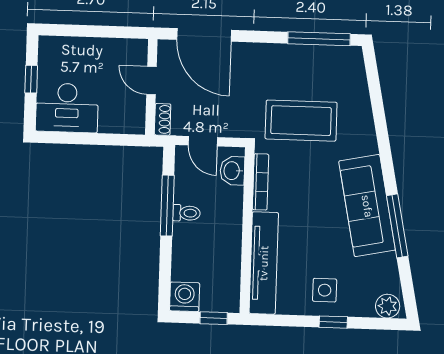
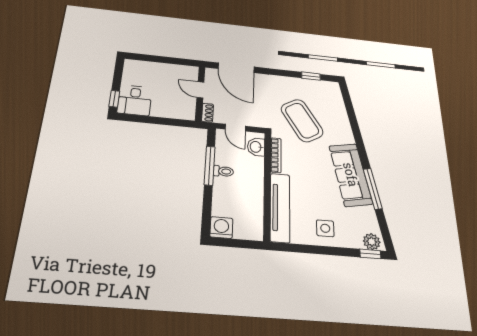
window: (319, 39) -> (311, 76), width x0.46
window: (31, 79) -> (114, 99), moved
desk: (67, 108) -> (135, 100), width x0.73
coffee table: (301, 121) -> (302, 121), turned 59
window: (214, 318) -> (243, 244), removed
window: (333, 322) -> (370, 254), moved

